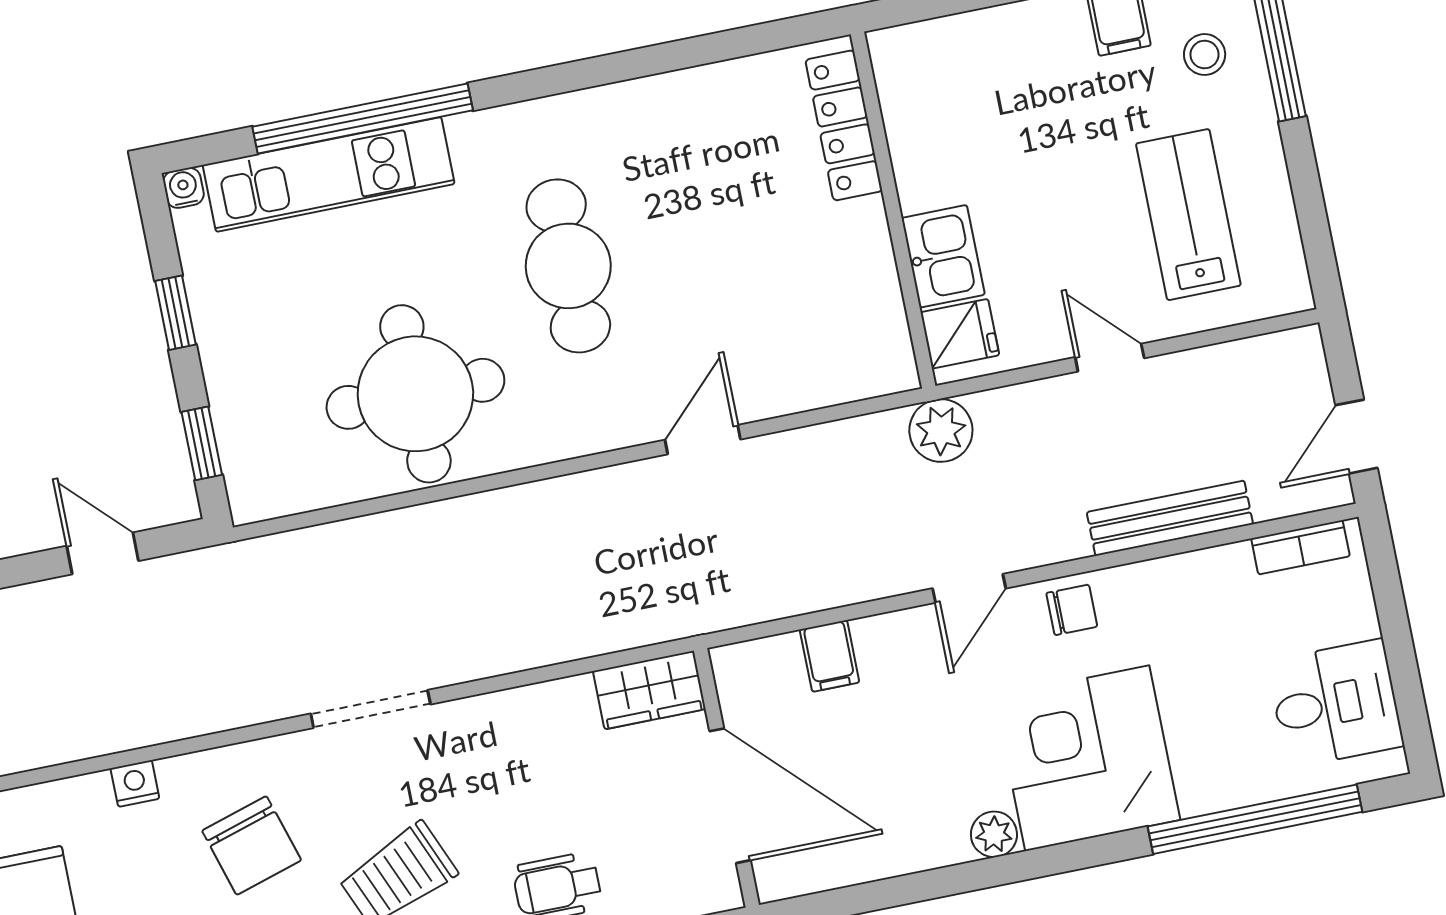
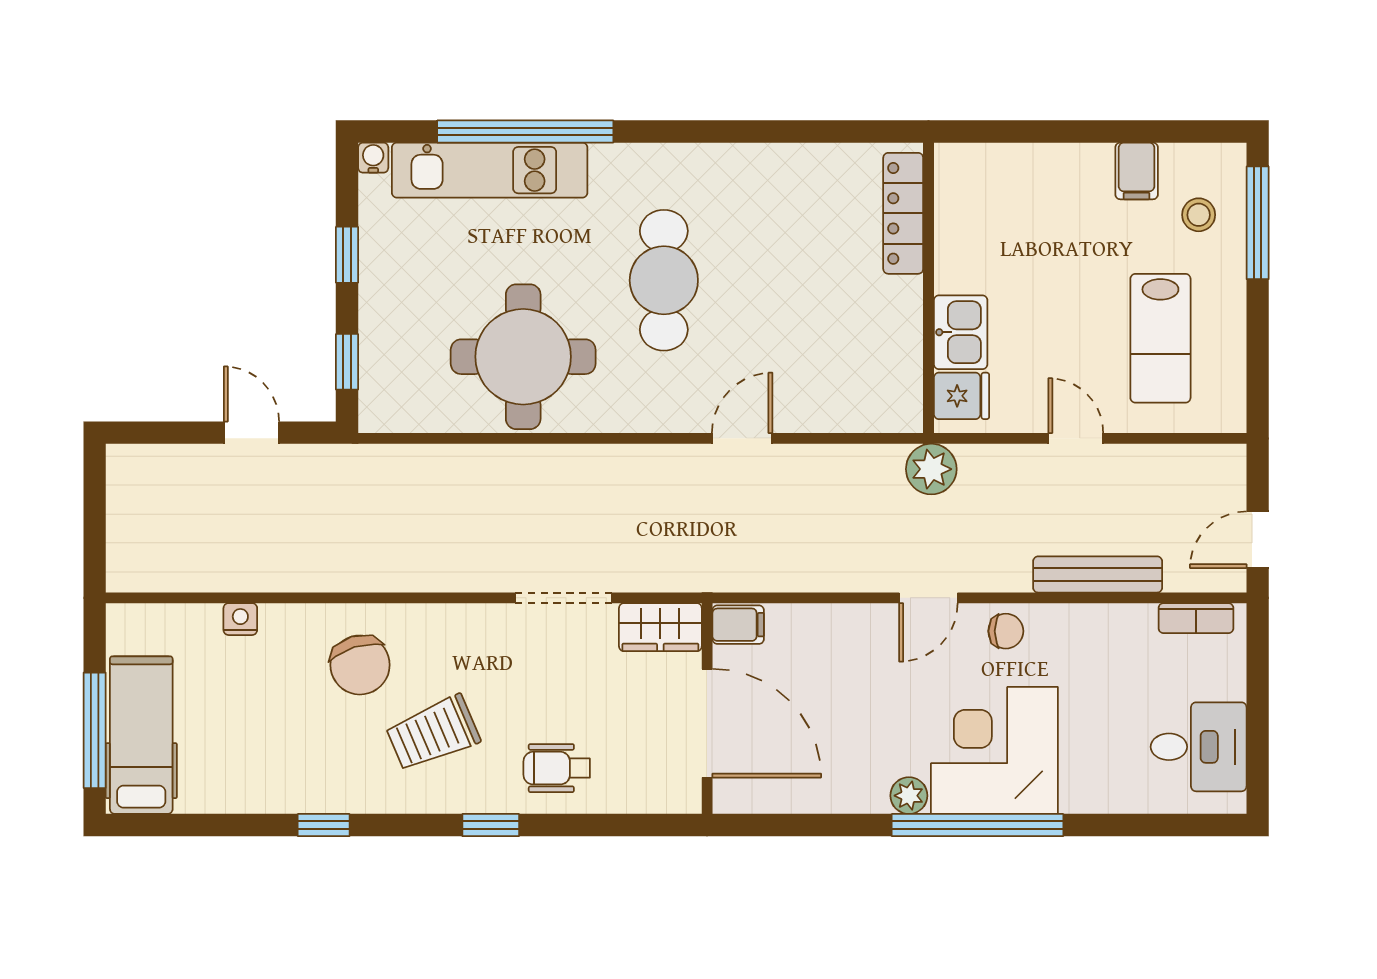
lab bench: (1188, 215) -> (1160, 338), turned 180
filing cabinet: (830, 656) -> (738, 625), moved, turned -90
doorway: (371, 709) -> (564, 598), moved
window: (1255, 819) -> (978, 825), moved
chair: (252, 846) -> (360, 665), moved

